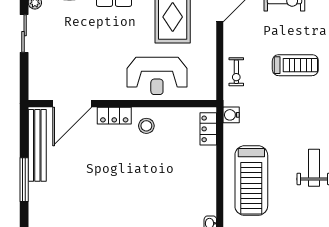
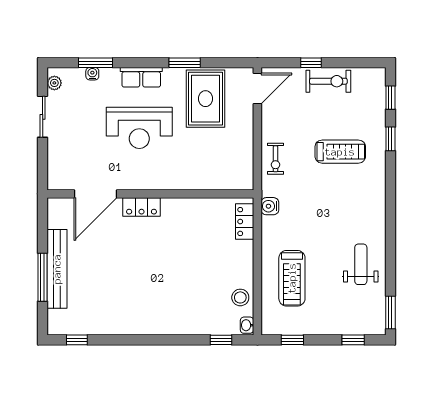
reception desk: (157, 76) -> (139, 128), moved
stool: (146, 126) -> (240, 297), moved
bench: (37, 145) -> (57, 269), moved
treadmill: (251, 181) -> (292, 278), width x0.73, depth x0.73

